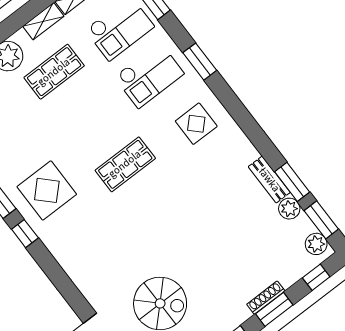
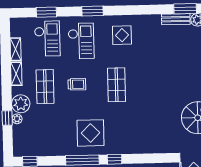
trolley: (88, 112) -> (77, 84), added
display table: (47, 190) -> (91, 133), moved

